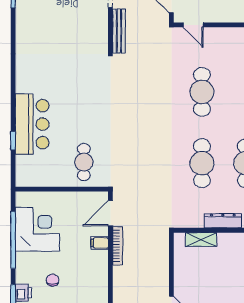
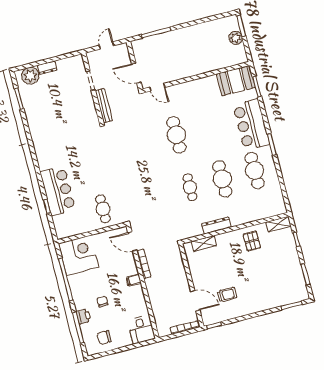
cafe table: (202, 163) -> (190, 187), width x0.73, depth x0.74
door: (110, 213) -> (132, 241), hinge flipped
corner desk: (37, 229) -> (79, 255), moved
filing cabinet: (100, 243) -> (134, 280), moved

